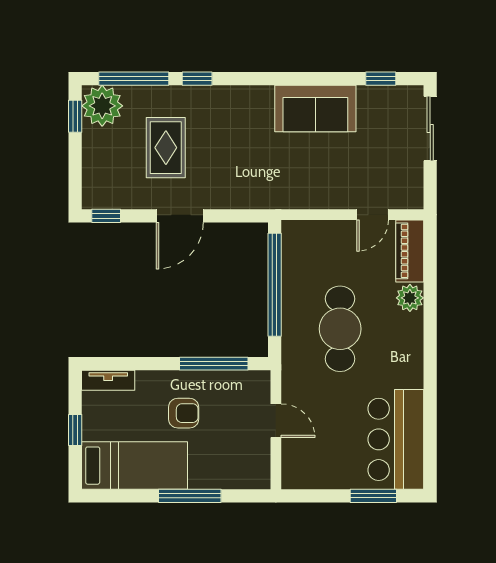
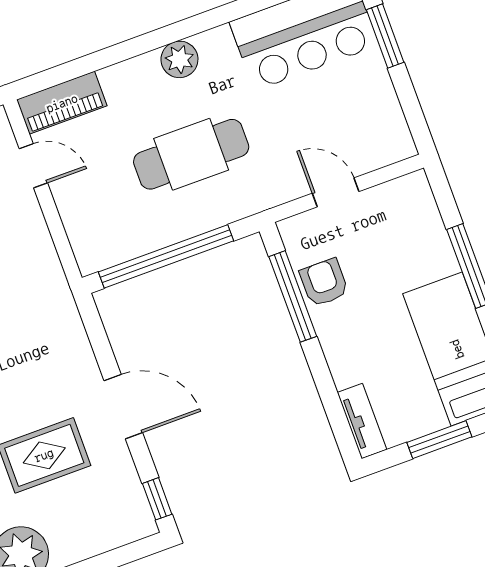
plant: (410, 298) -> (179, 59), moved
armchair: (184, 413) -> (324, 282), moved
door: (276, 421) -> (336, 192), hinge flipped
window: (75, 430) -> (439, 440), width x1.50

